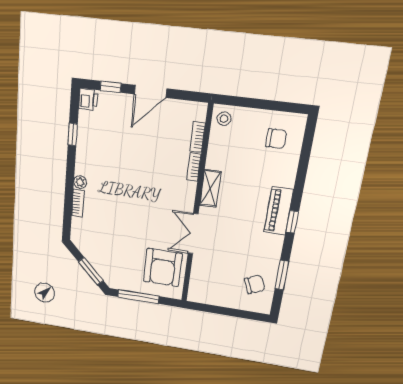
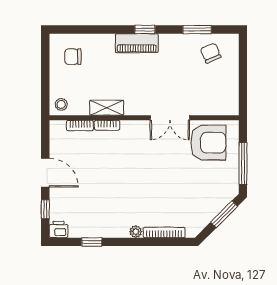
chair: (276, 139) -> (73, 57), turned -90
shelving: (210, 188) -> (107, 108), moved
bookcase: (78, 203) -> (164, 232), width x1.56

